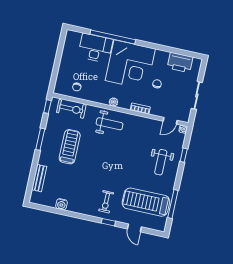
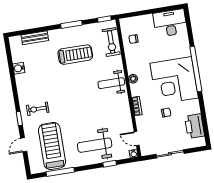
window: (113, 37) -> (196, 69), moved
desk: (95, 48) -> (170, 23), moved, turned -90
weight bench: (109, 124) -> (111, 83), turned 90
weight bench: (161, 162) -> (95, 145), width x1.36, depth x1.33

